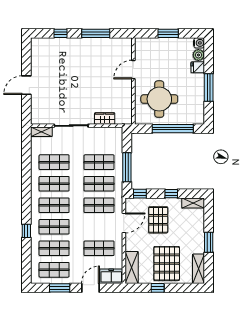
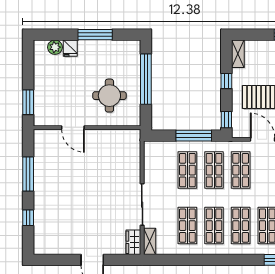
window: (168, 33) -> (28, 102), moved
water cooler: (199, 43) -> (40, 46), removed
round table: (159, 99) -> (109, 96), width x0.73, depth x0.73
wardrobe: (105, 118) -> (133, 242), moved

